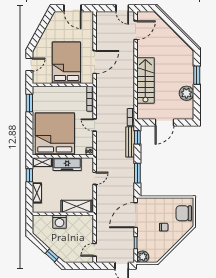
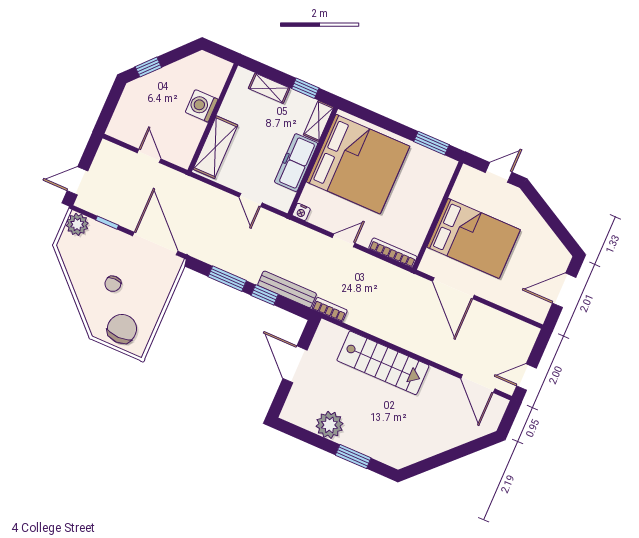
door: (29, 65) -> (499, 172), swing flipped
window: (137, 137) -> (265, 295), moved
door: (95, 250) -> (149, 156), moved

